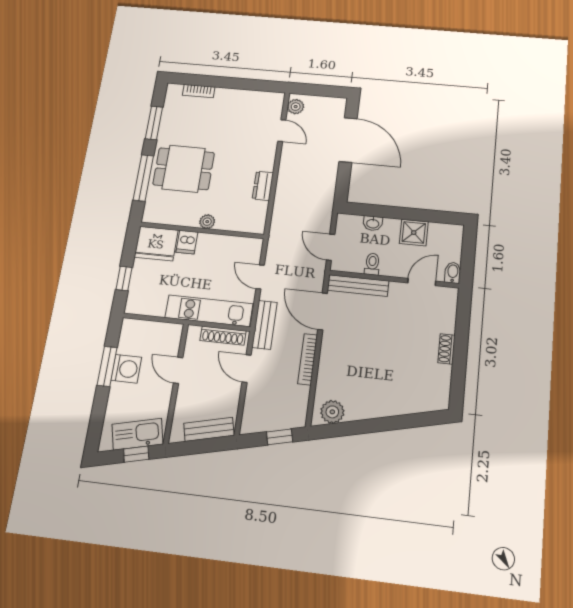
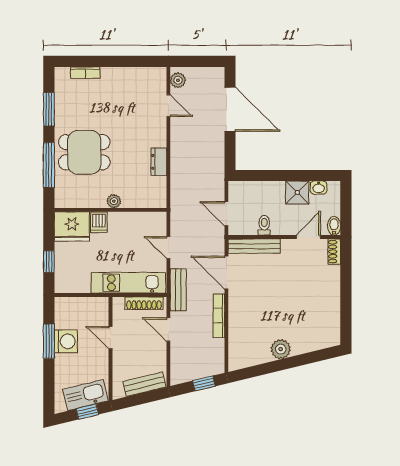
washbasin: (373, 223) -> (319, 188), moved
shoe rack: (447, 349) -> (334, 252), moved
plant: (332, 412) -> (281, 349), moved

